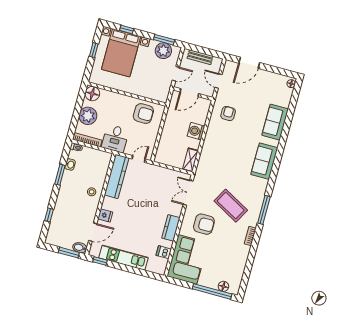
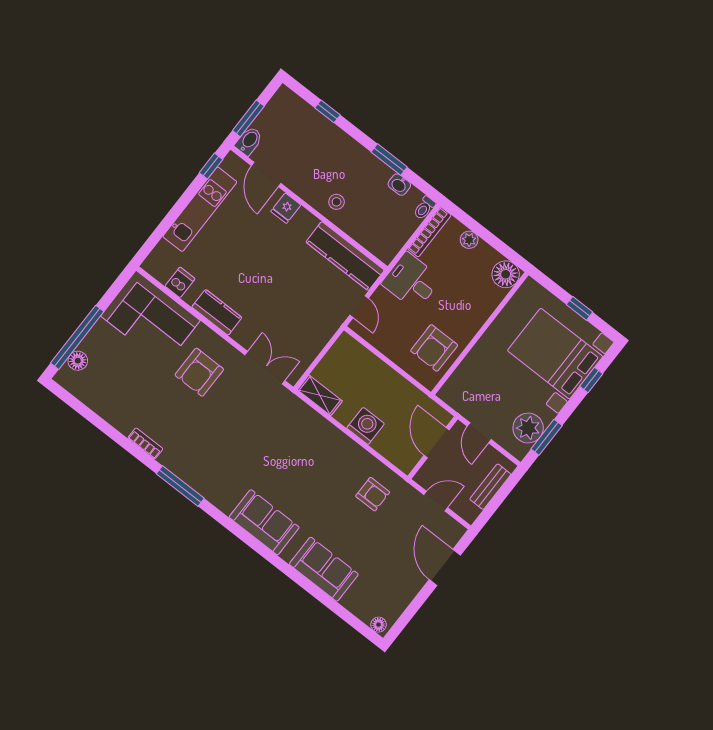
plant: (88, 116) -> (469, 240), width x0.53, depth x0.53
coffee table: (231, 206) -> (212, 432), removed

